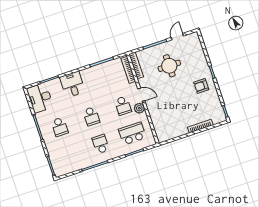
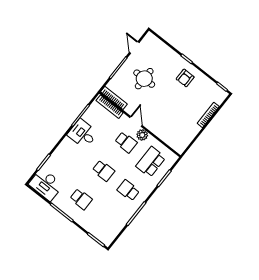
desk: (72, 84) -> (83, 134), moved
door: (141, 95) -> (136, 121), hinge flipped

